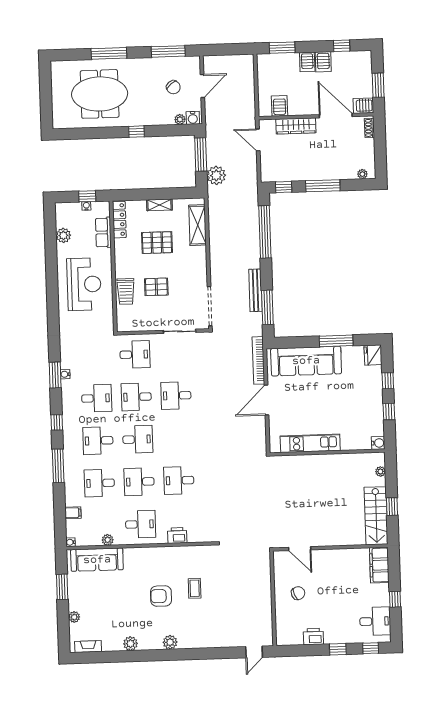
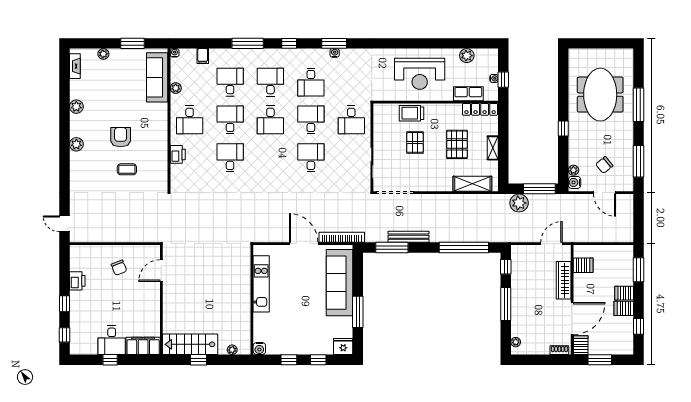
desk: (375, 621) -> (112, 340), moved

